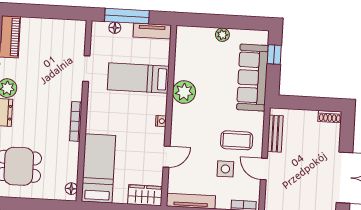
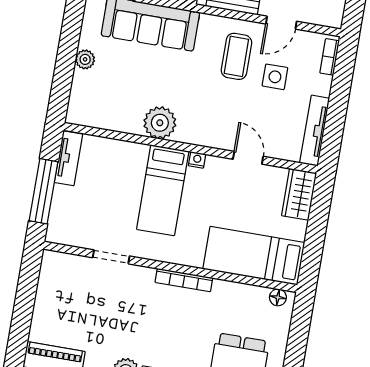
floor lamp: (115, 28) -> (58, 210), removed
bed: (138, 78) -> (163, 190), moved

